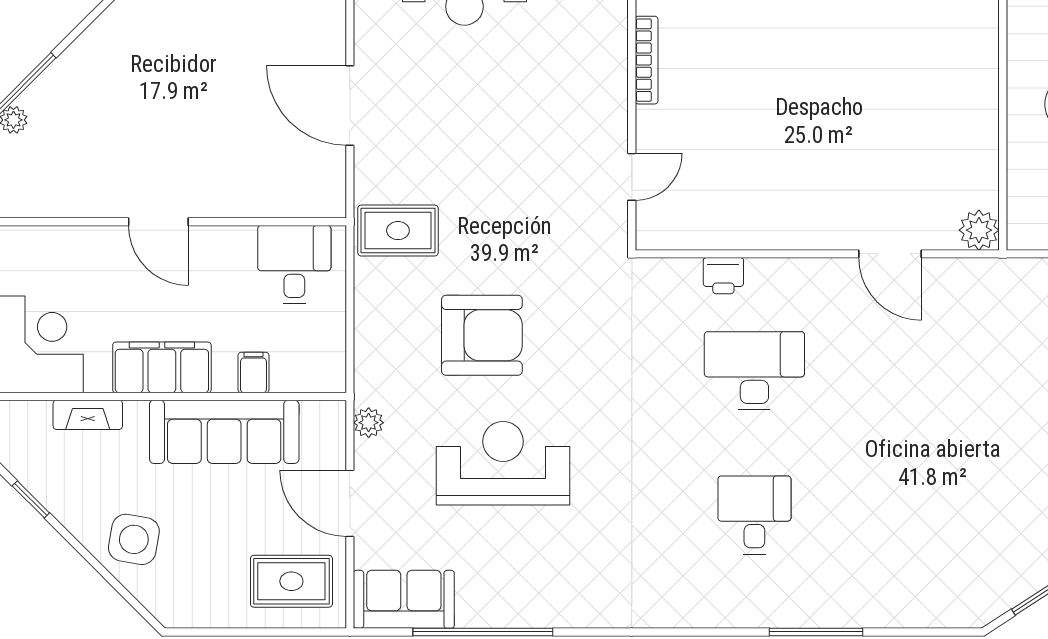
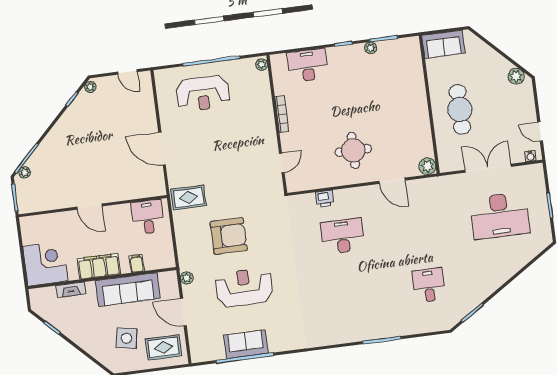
round table: (807, 169) -> (353, 150), added
desk: (754, 515) -> (429, 285), moved
side table: (134, 539) -> (127, 338), moved
sofa: (404, 599) -> (246, 344), moved

